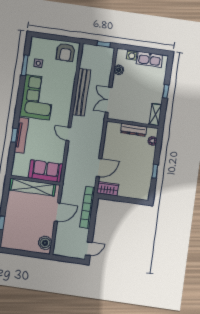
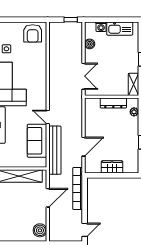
bench: (82, 92) -> (55, 150), moved
double door: (109, 100) -> (84, 76), swing flipped
sofa: (46, 171) -> (37, 141), moved, turned -90
wardrobe: (108, 189) -> (112, 167), moved

